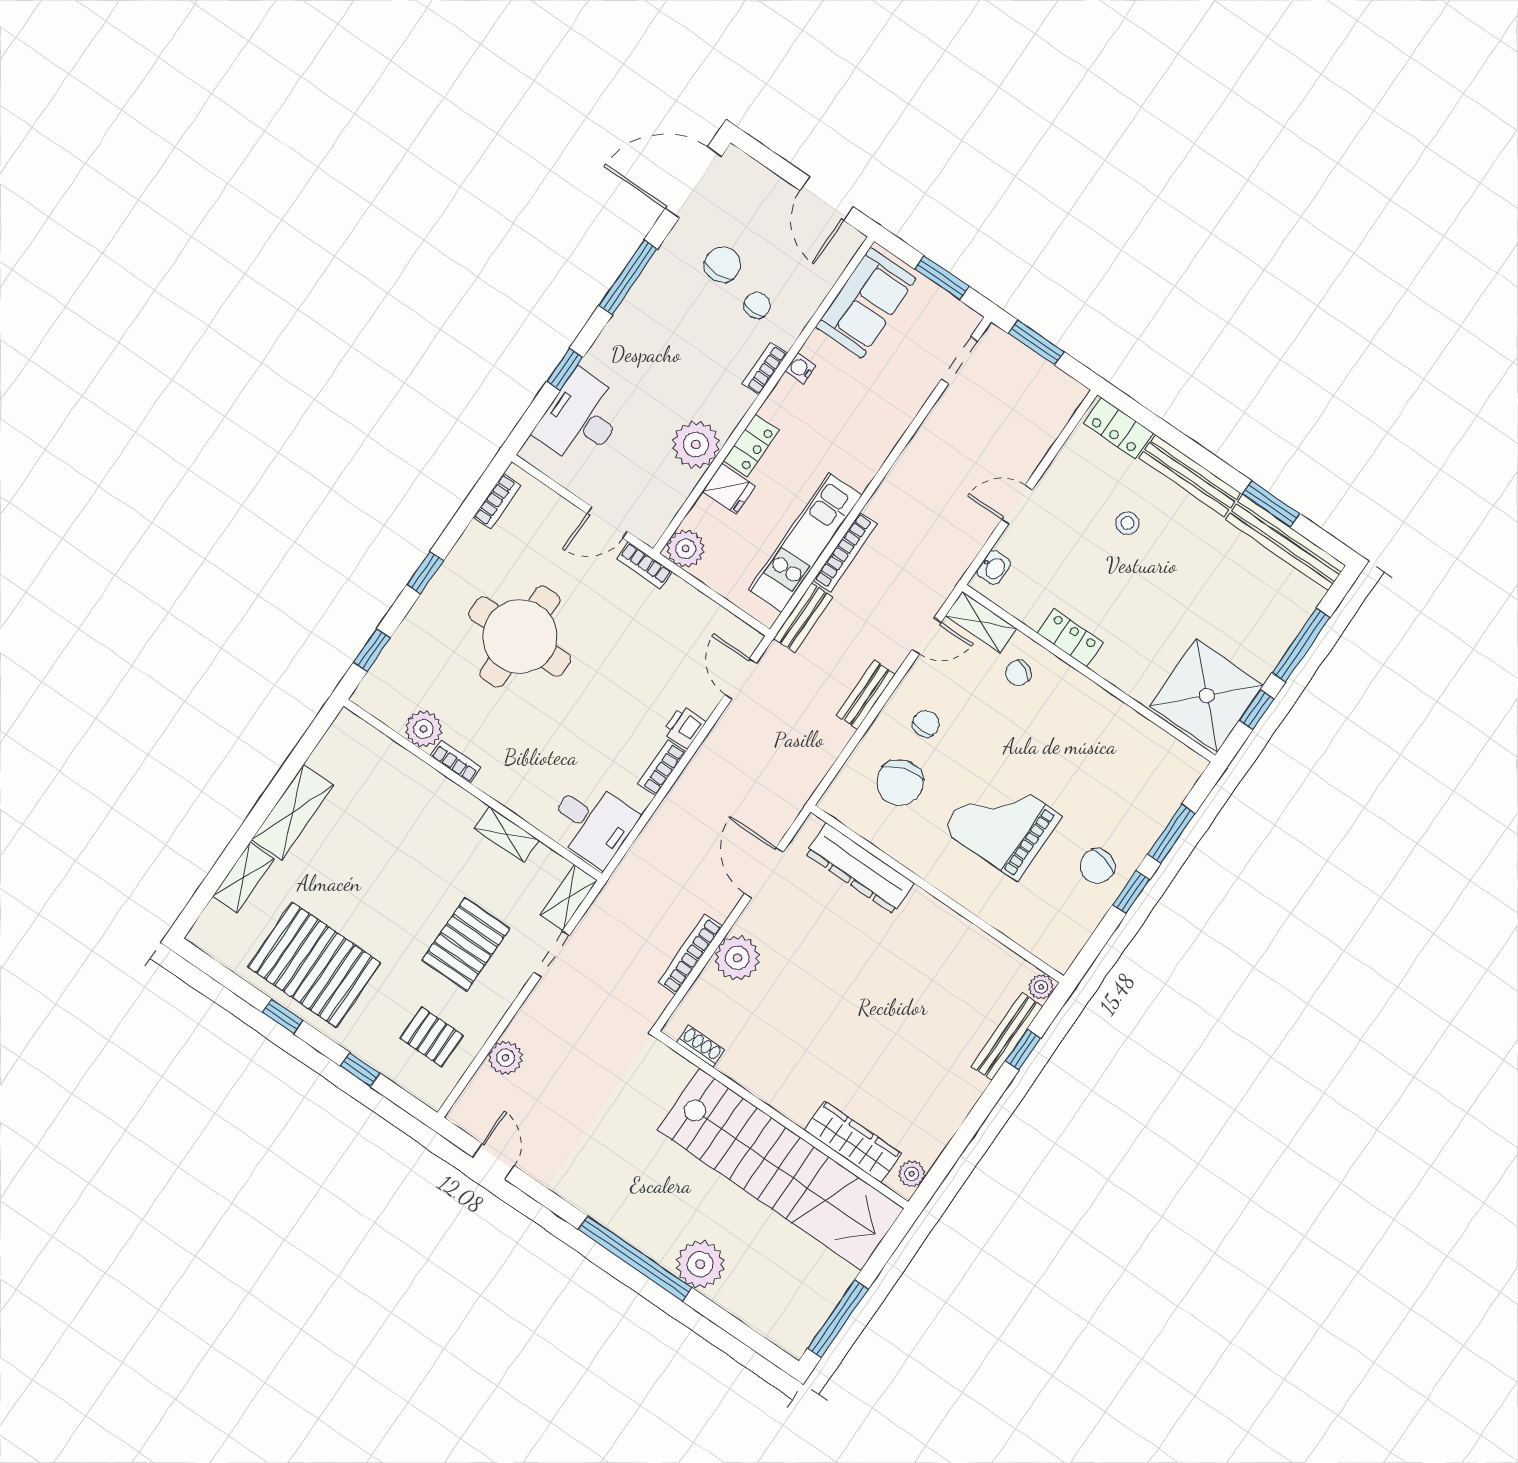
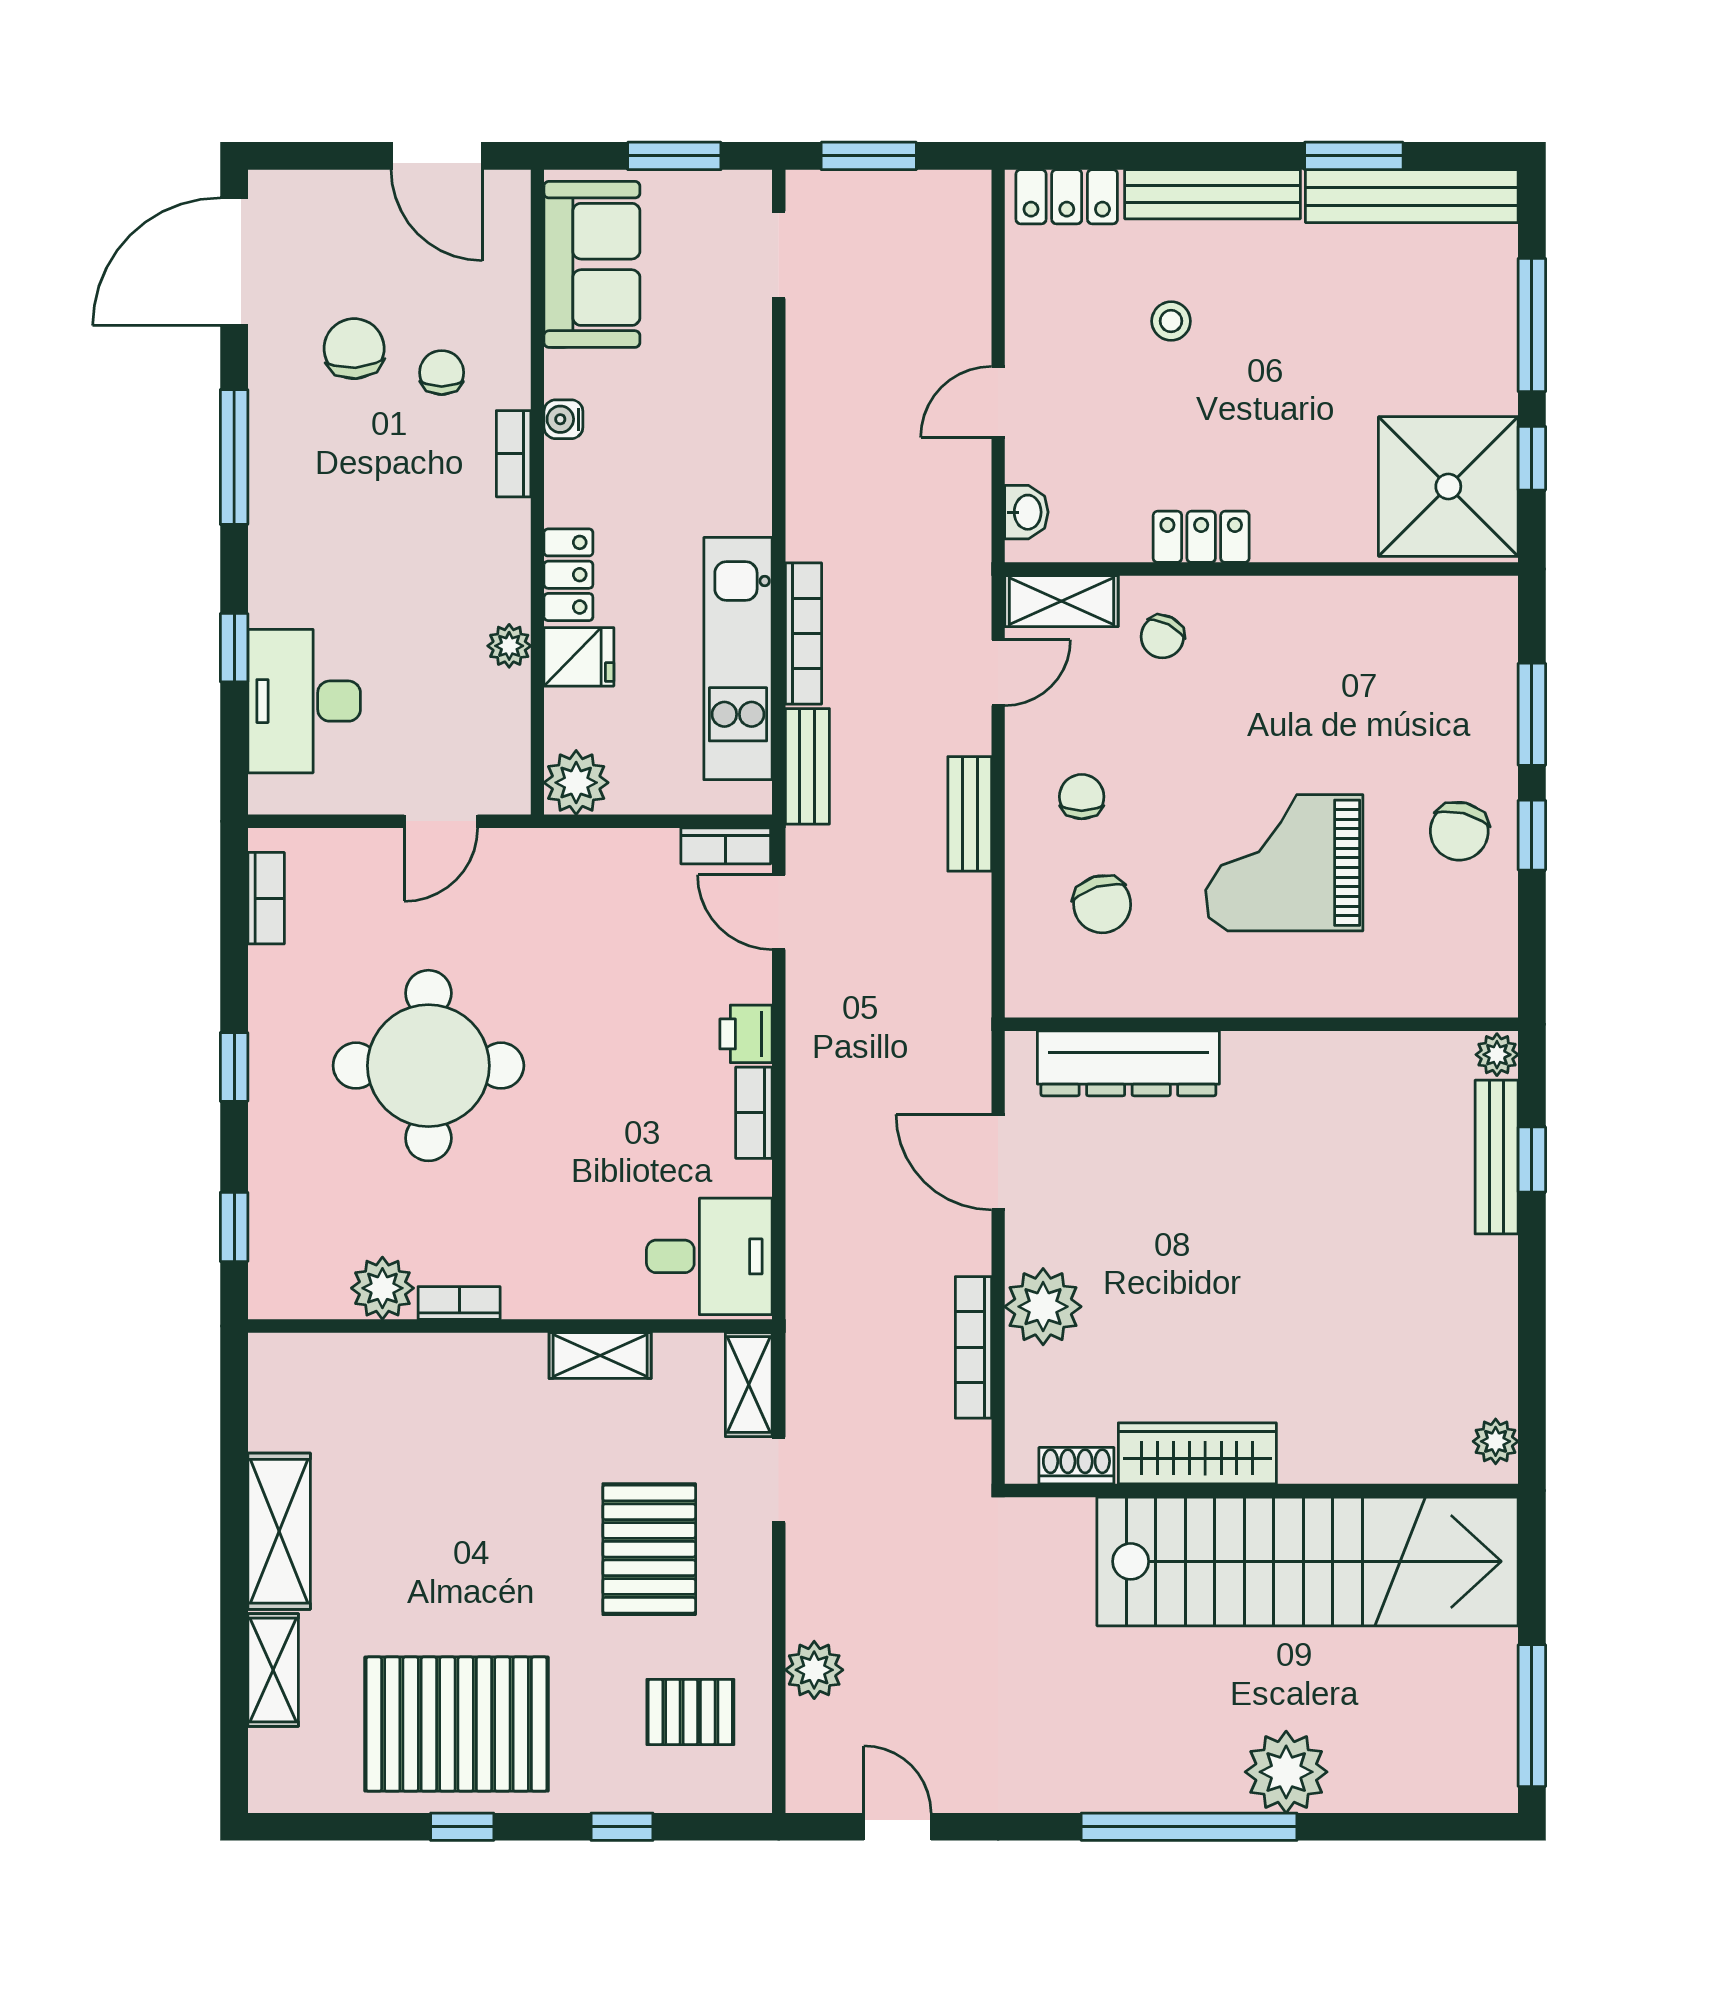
plant: (696, 445) -> (509, 646), width x0.53, depth x0.53
bookcase: (644, 565) -> (726, 846), moved
chair: (900, 783) -> (1102, 904), width x0.73, depth x0.73
wardrobe: (853, 1142) -> (1197, 1453), moved

